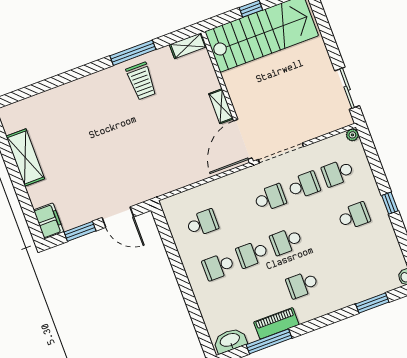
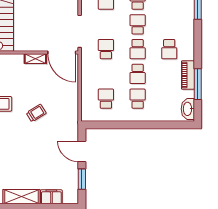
trolley: (147, 135) -> (36, 113), added
school desk: (304, 185) -> (138, 24), moved
door: (118, 217) -> (82, 151), swing flipped
filing cabinet: (49, 221) -> (51, 197), moved
school desk: (218, 266) -> (138, 99), turned 180

